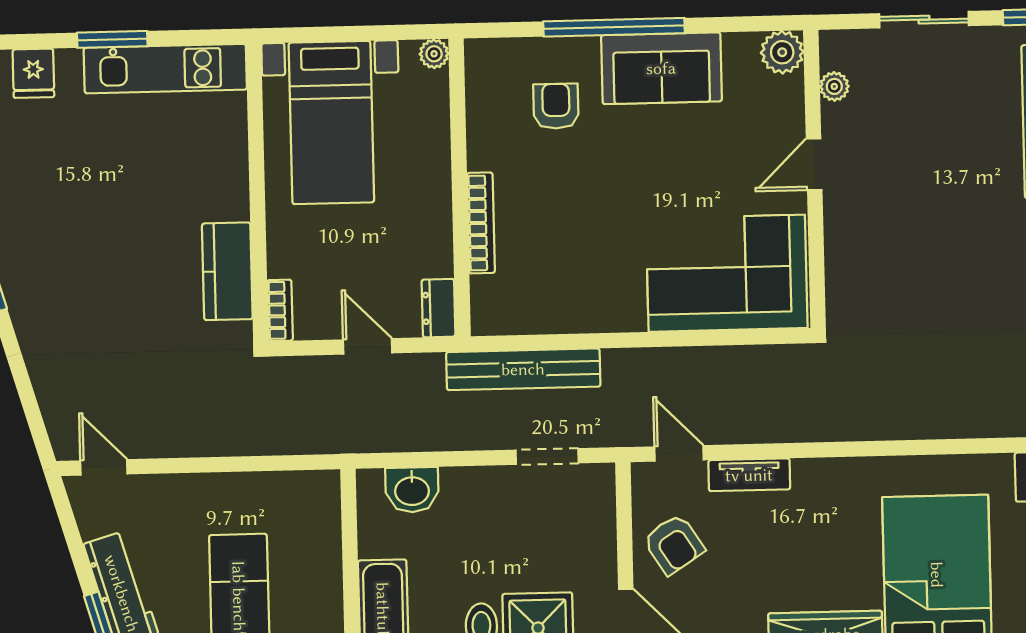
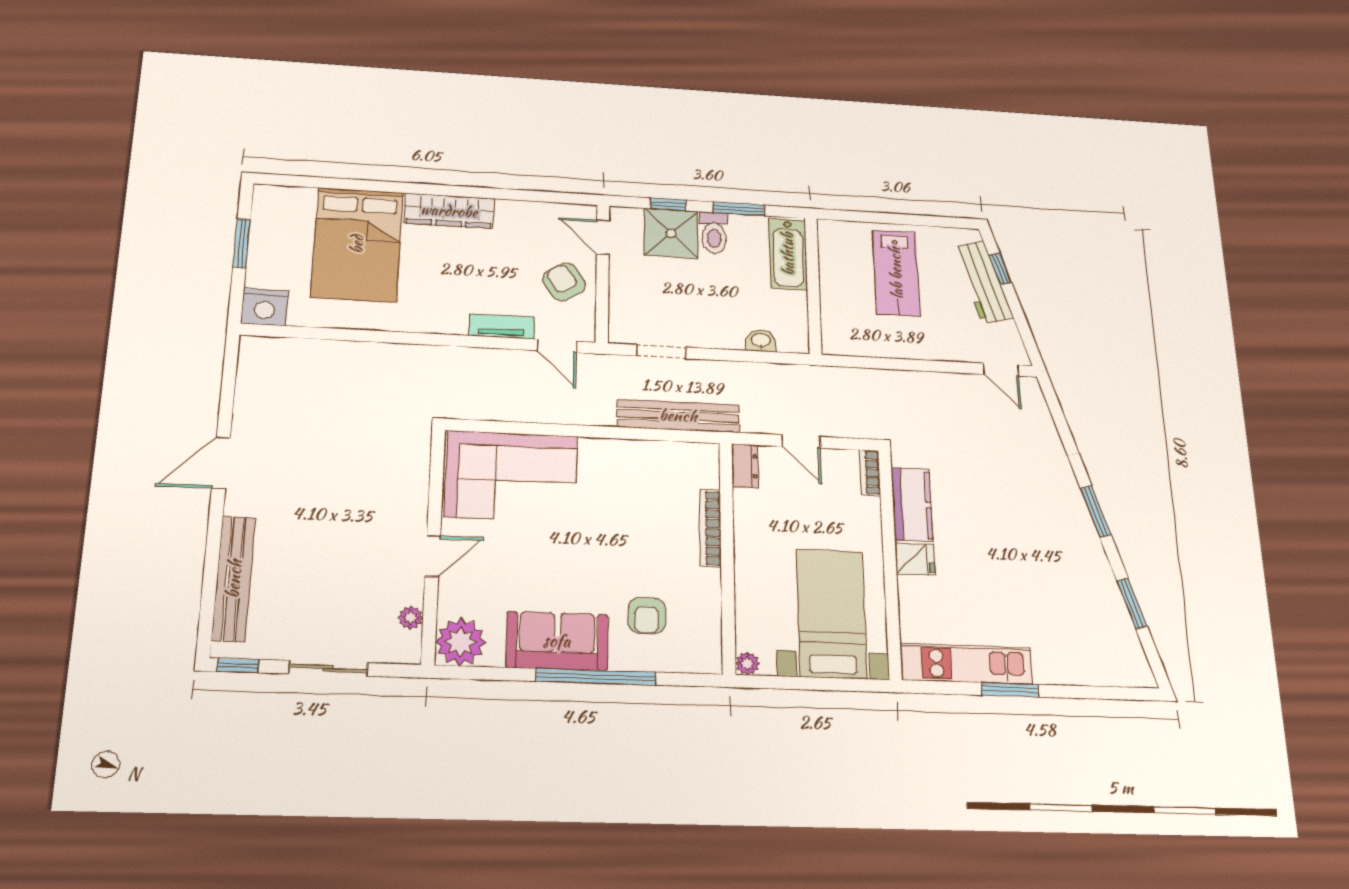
plant: (782, 52) -> (460, 642), width x1.36, depth x1.36
fridge: (33, 73) -> (915, 559), moved, turned 90
washbasin: (412, 490) -> (761, 341), width x0.72, depth x0.69

